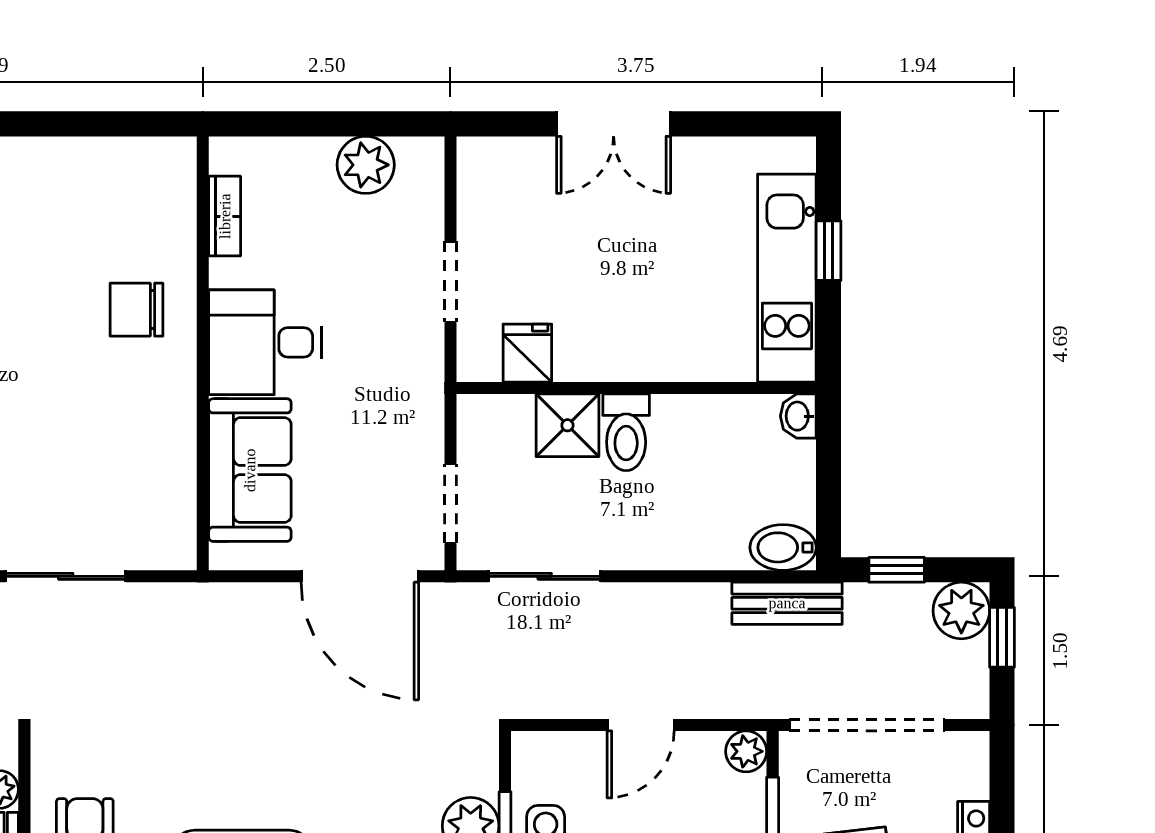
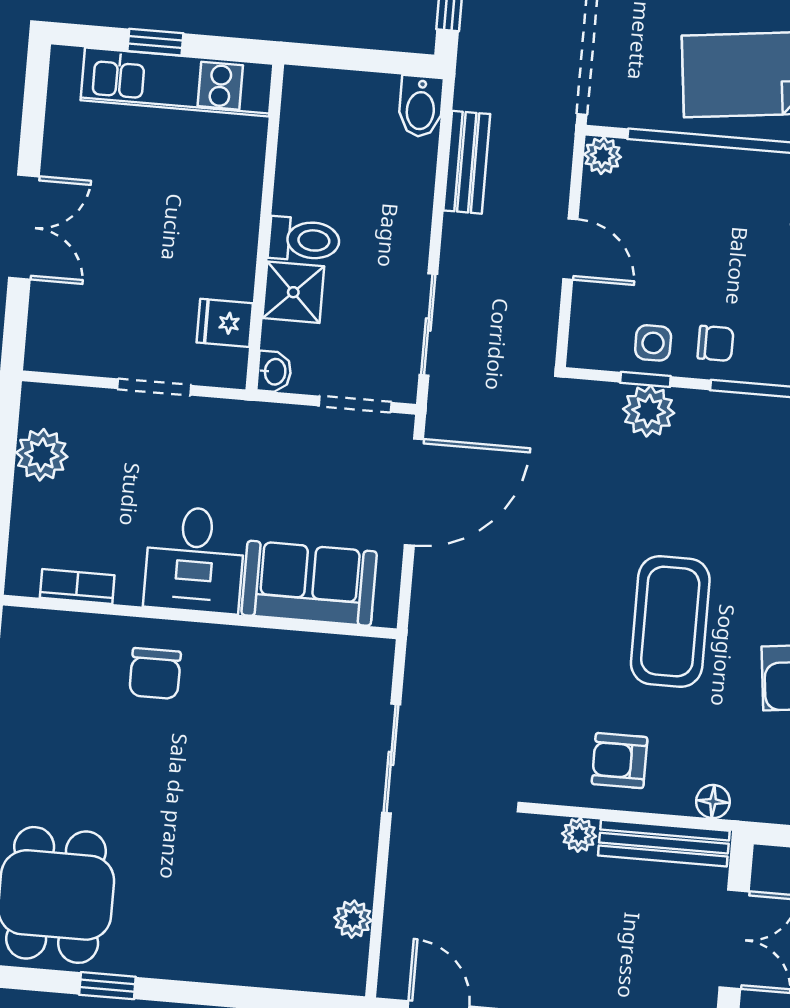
washbasin: (798, 416) -> (274, 372), moved, turned -90
bench: (787, 603) -> (467, 162), moved

